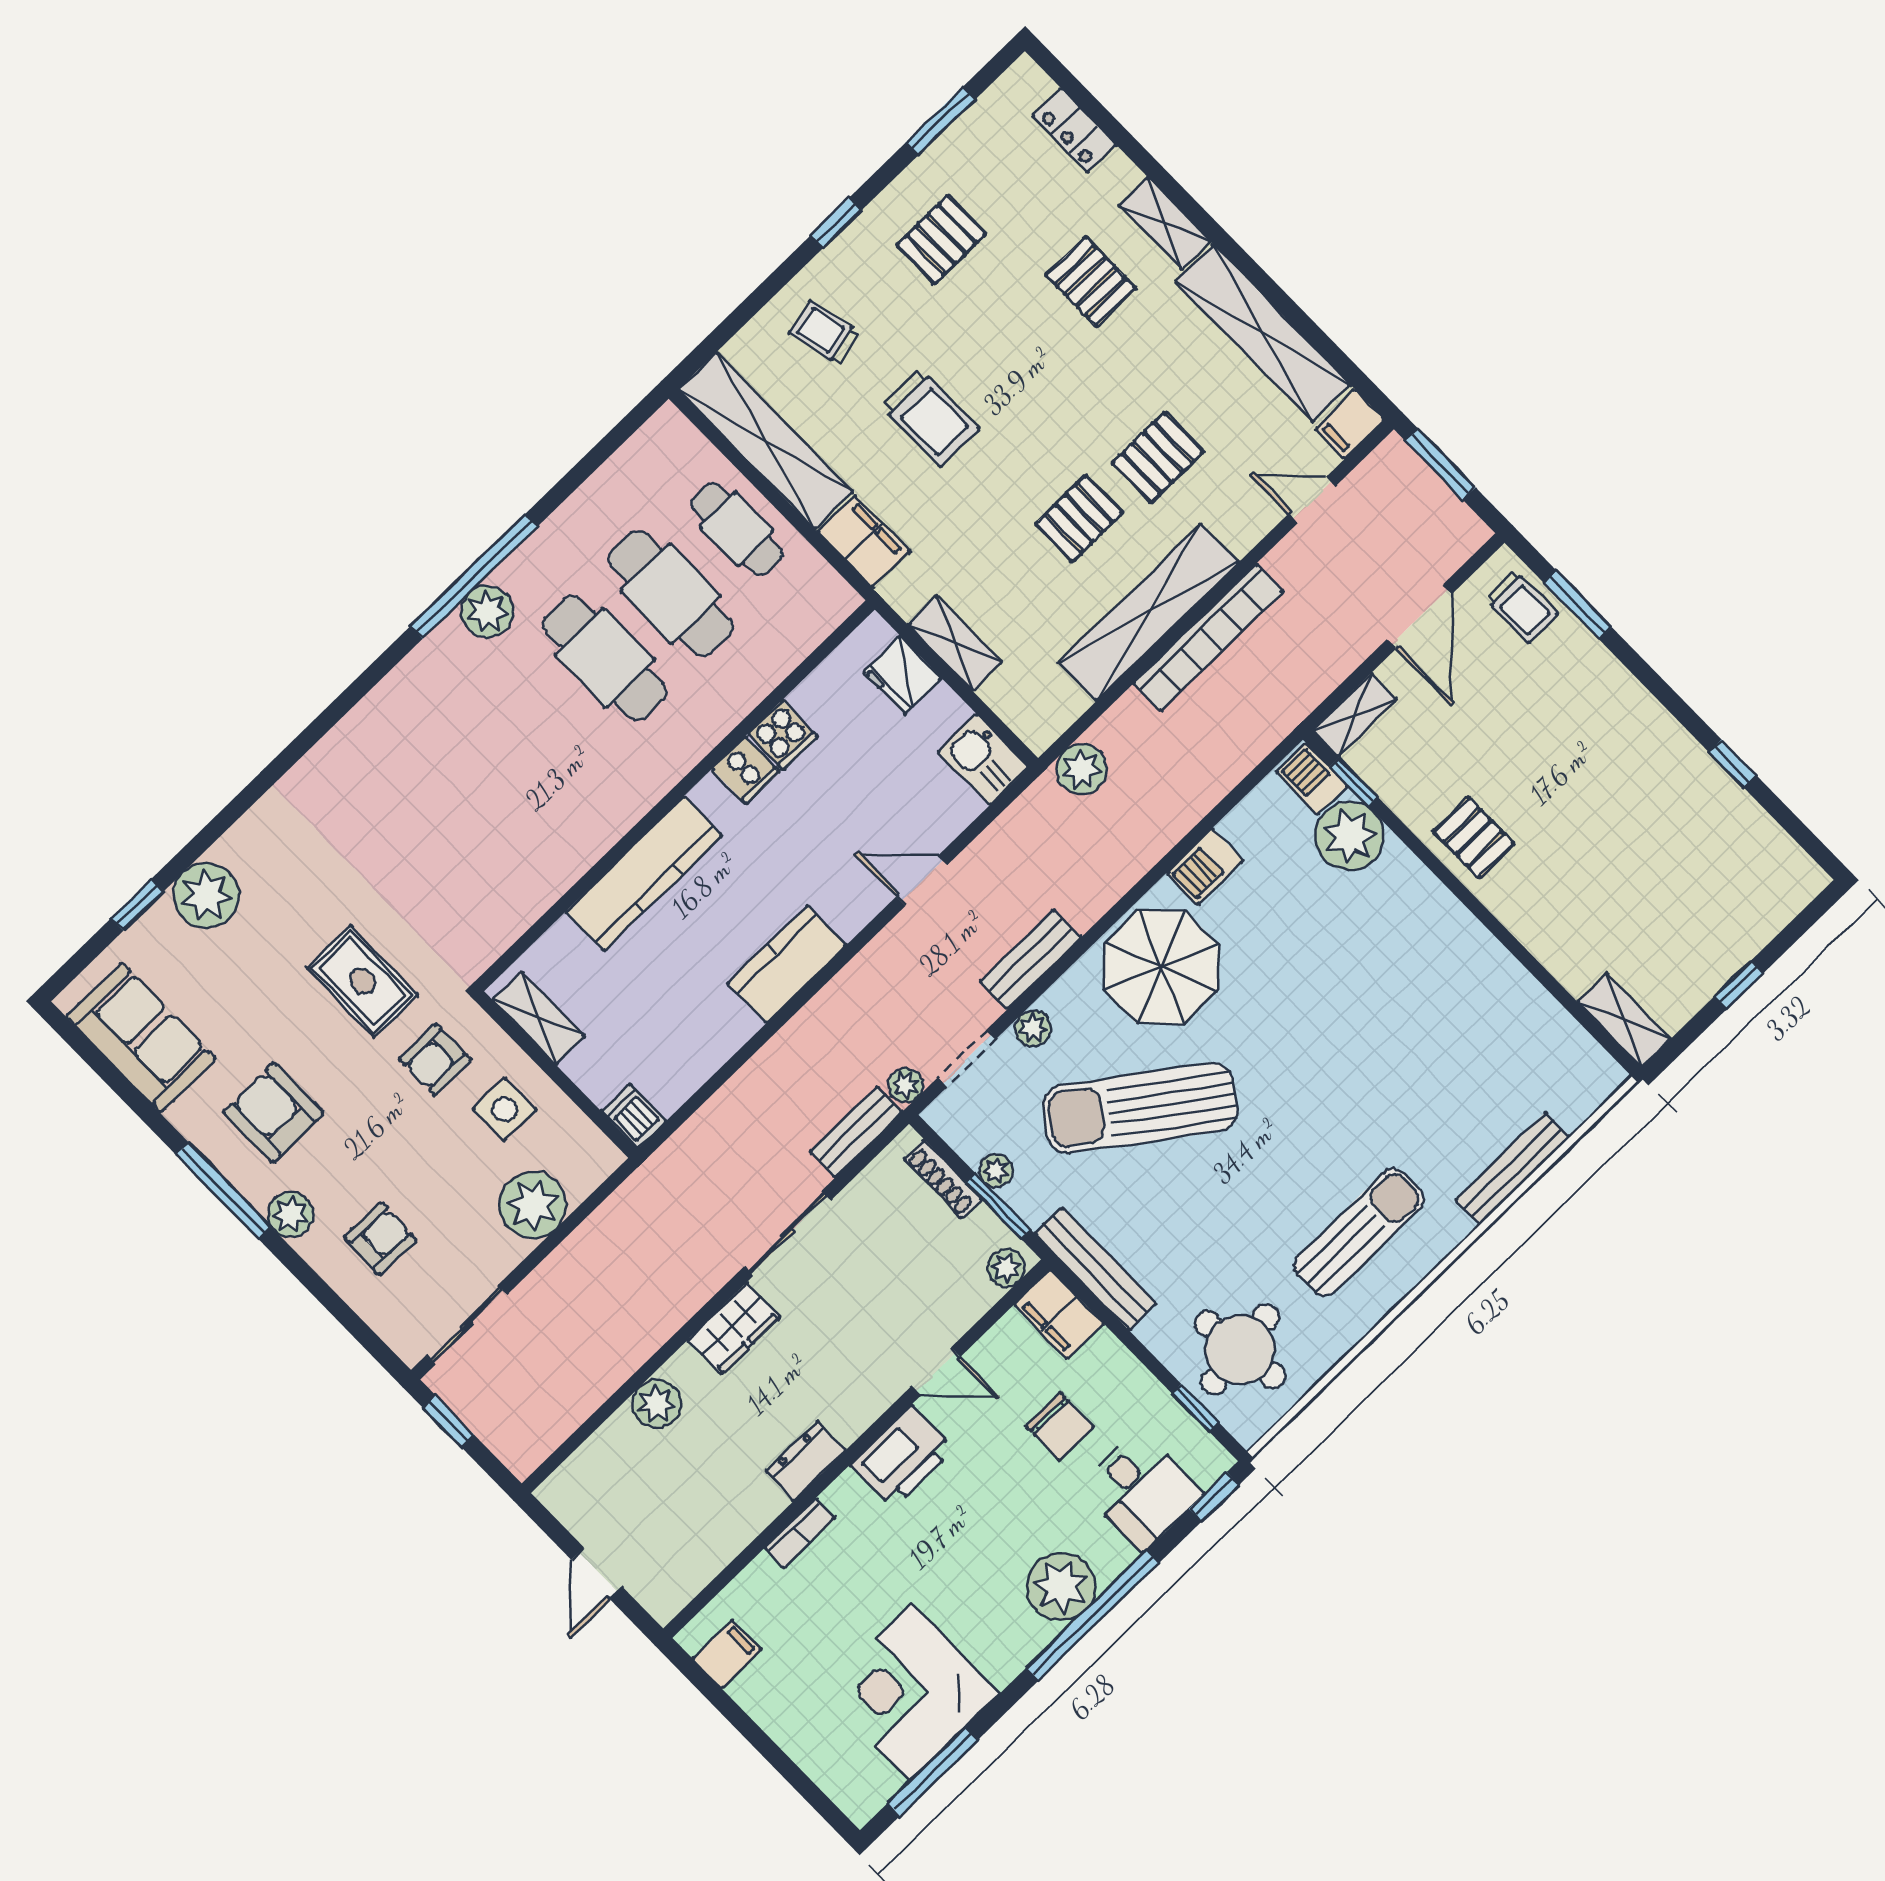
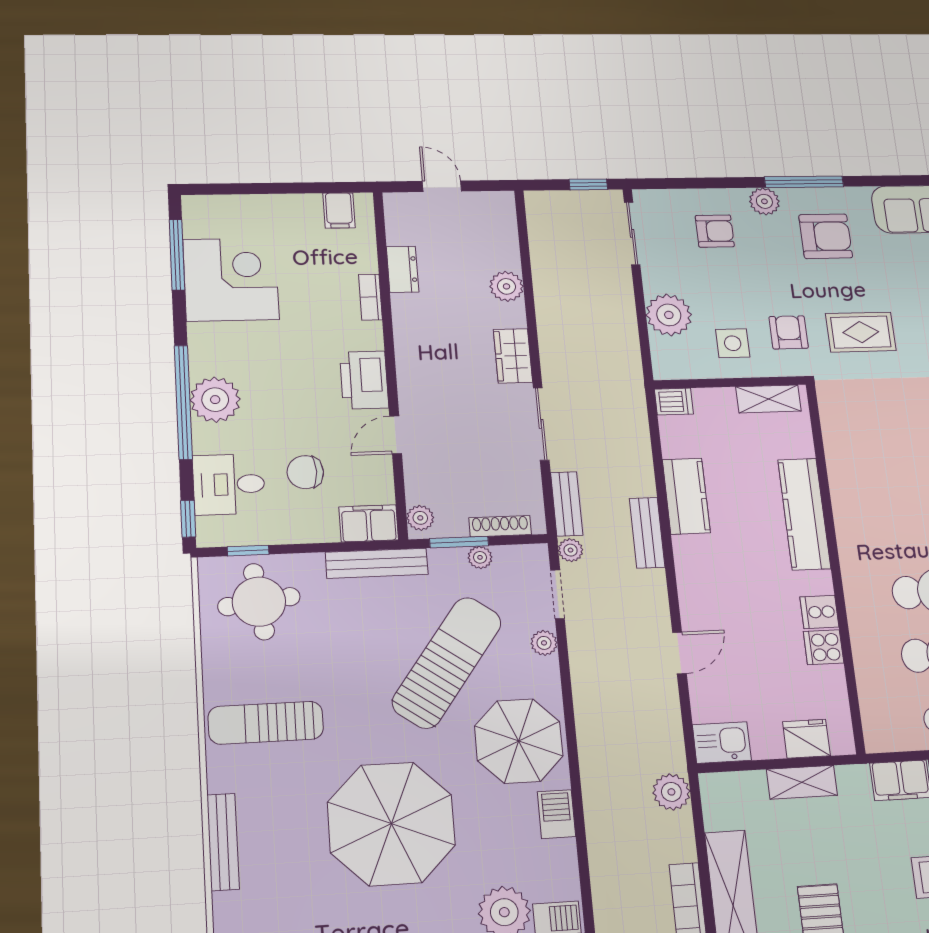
bench: (1030, 960) -> (647, 533), moved
kitchen counter: (787, 964) -> (686, 496), moved
parasol: (1355, 1022) -> (391, 824), added
sun lounger: (1359, 1232) -> (266, 723), turned 90
armchair: (380, 1239) -> (715, 231), turned -92
dresser: (806, 1461) -> (403, 269), moved

